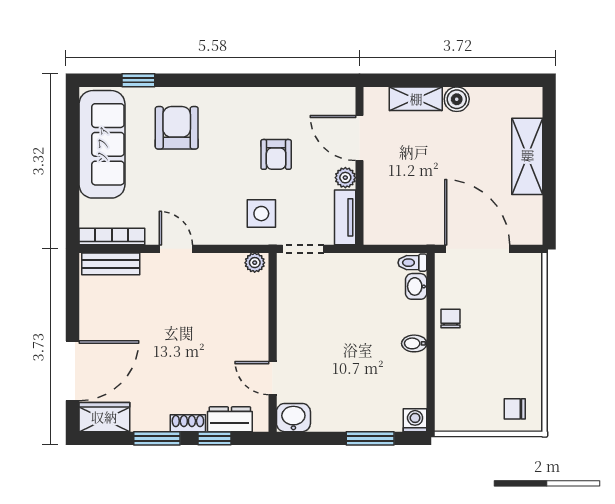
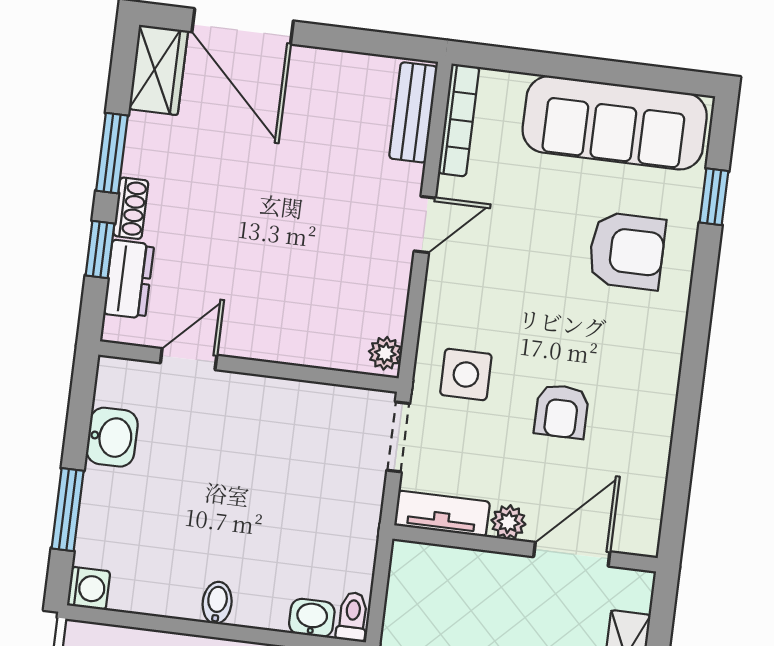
armchair: (276, 154) -> (562, 411), turned -90
washbasin: (293, 418) -> (112, 437), moved

